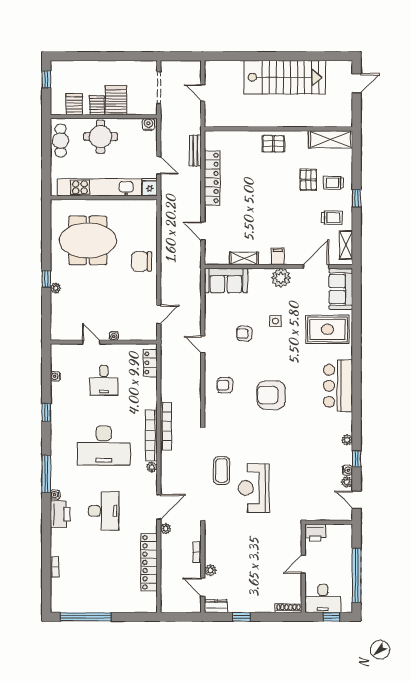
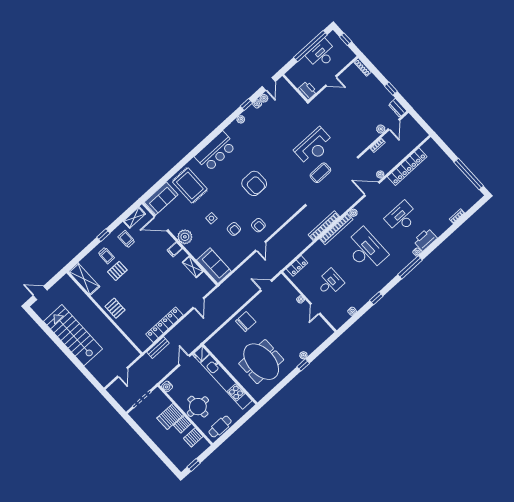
chair: (142, 261) -> (246, 322), turned -90
armchair: (225, 385) -> (258, 225), moved
desk: (323, 599) -> (322, 54), moved, turned -90

